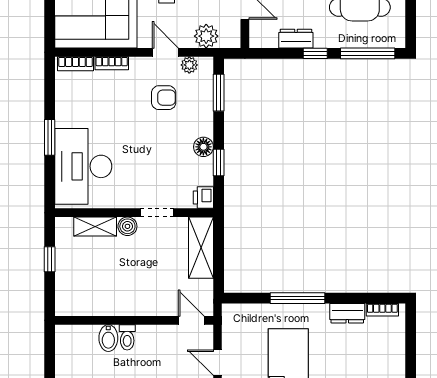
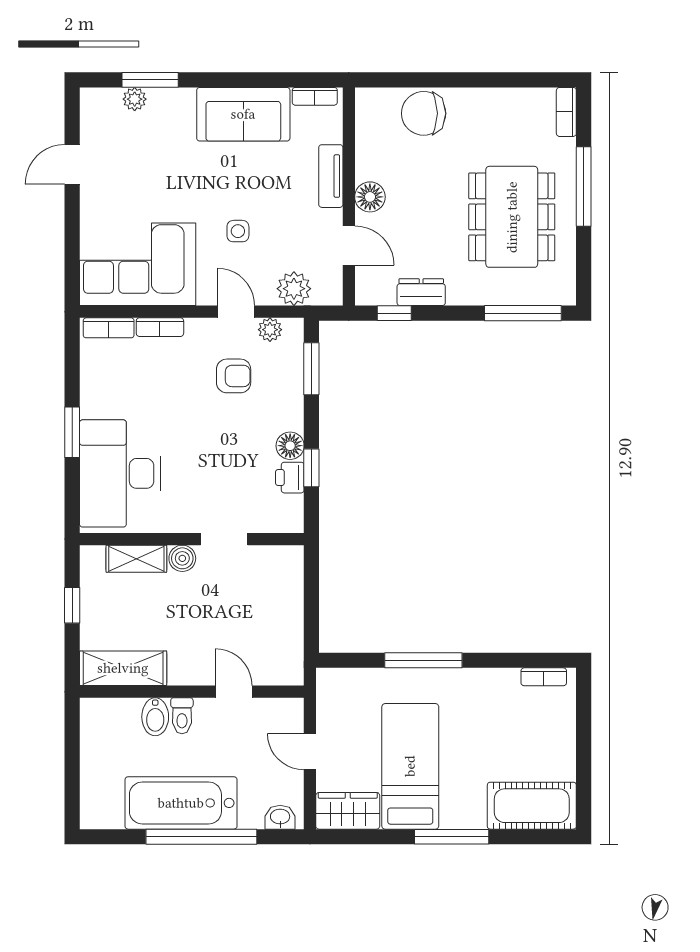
window: (315, 53) -> (394, 313), moved
printer: (203, 198) -> (290, 478), moved
shelving: (201, 248) -> (123, 668), moved, turned 90
dresser: (347, 313) -> (494, 682), removed
door: (191, 320) -> (234, 692), moved

